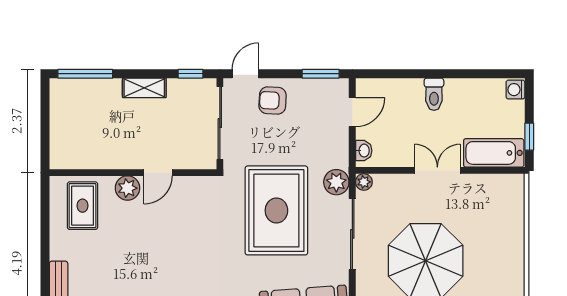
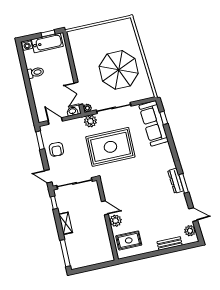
toilet: (434, 94) -> (35, 73), moved
armchair: (273, 101) -> (56, 149), moved
bathtub: (494, 153) -> (47, 43), moved, turned -90
double door: (437, 170) -> (78, 93), moved

